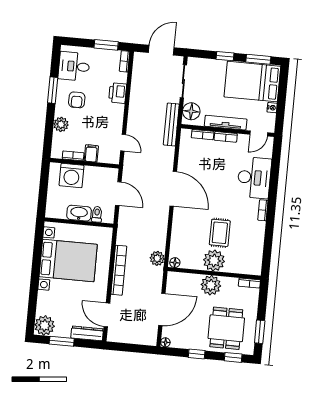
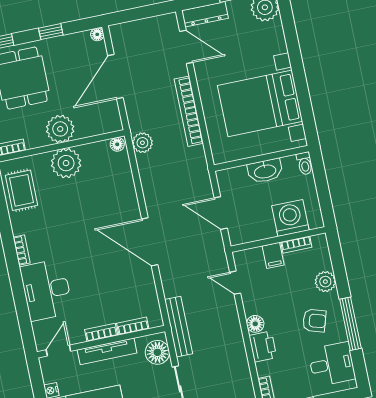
window: (53, 90) -> (350, 324), width x1.44
armchair: (77, 100) -> (314, 321), turned 107
floor lamp: (118, 110) -> (255, 324), added
toilet: (97, 214) -> (305, 163), moved
rug: (220, 233) -> (21, 190), moved

